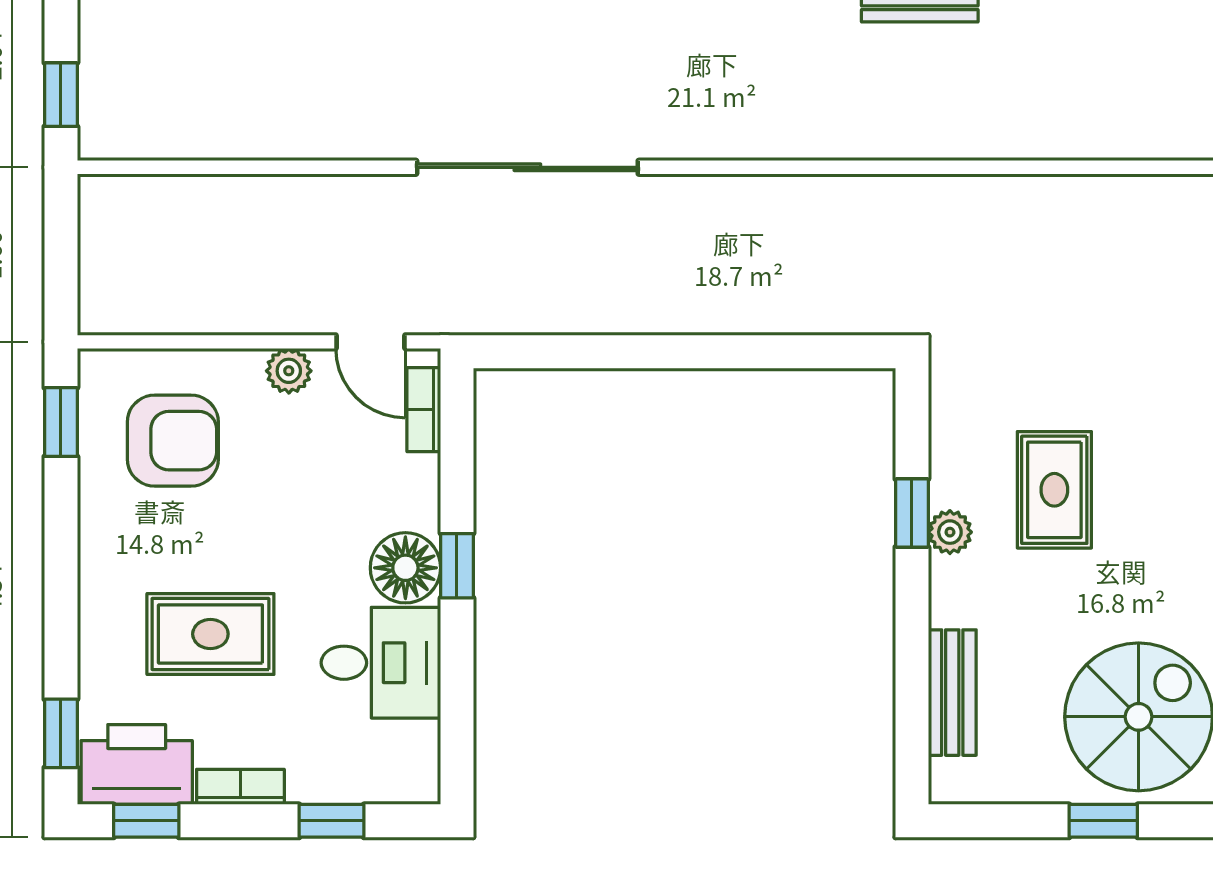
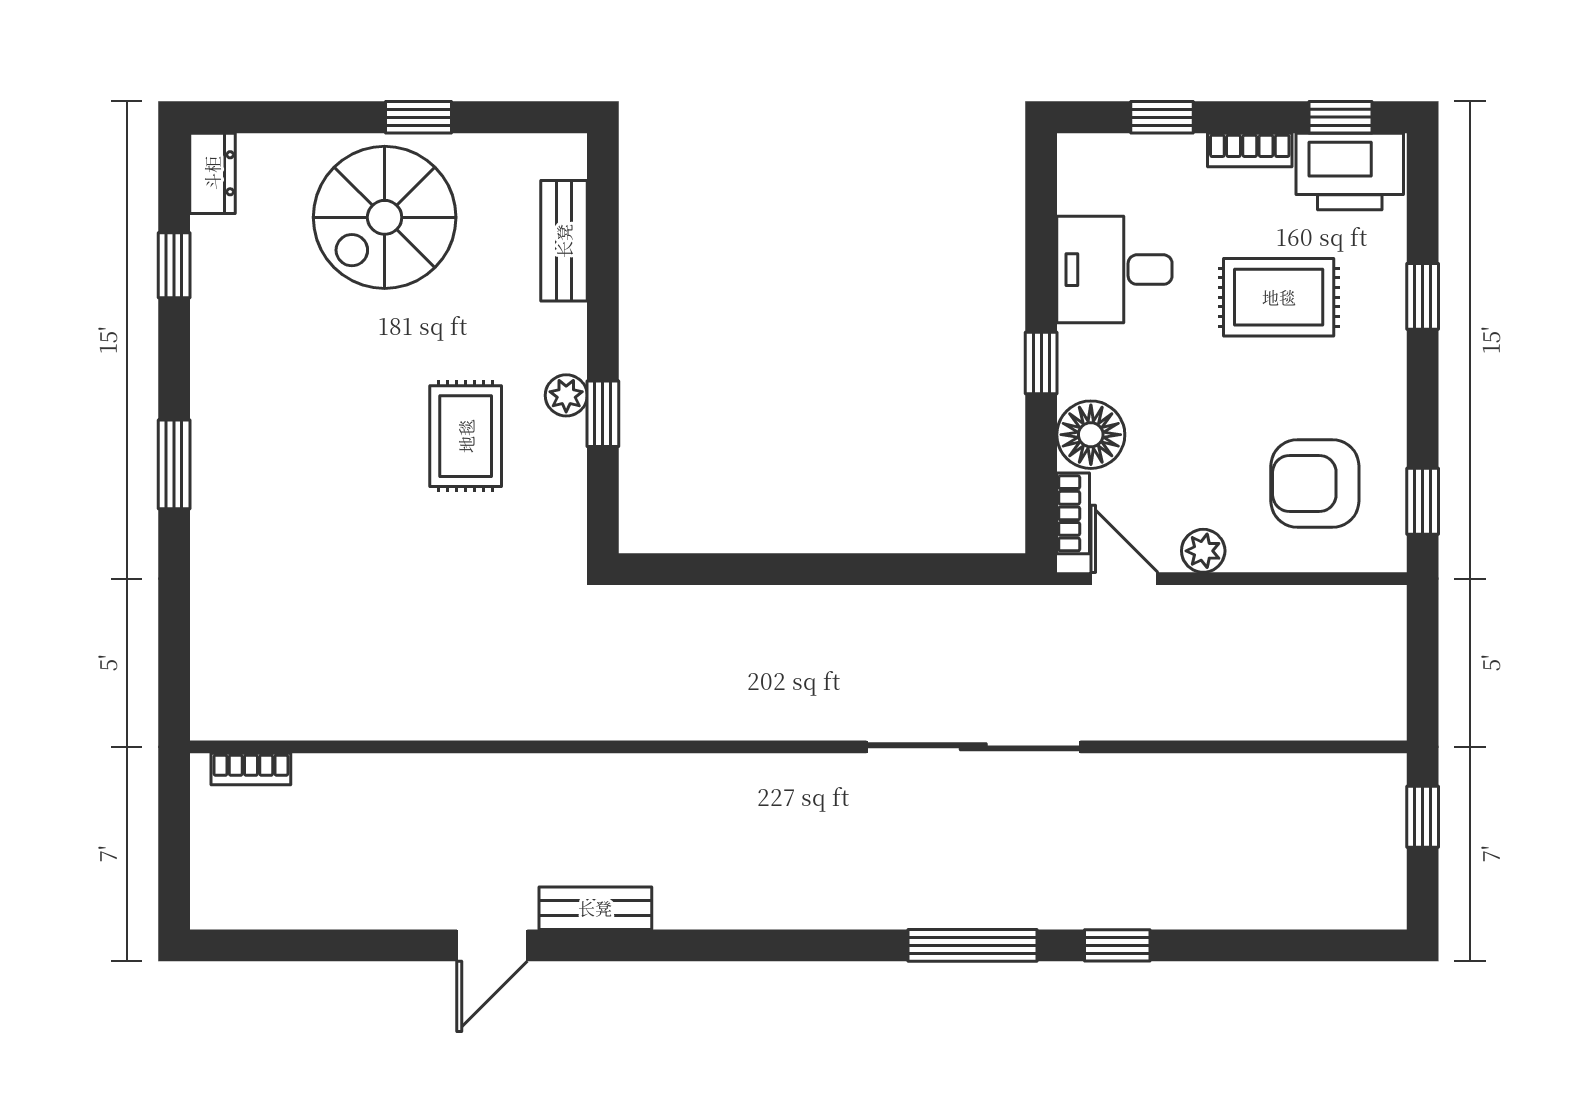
floor lamp: (405, 568) -> (1091, 435), moved
window: (61, 733) -> (1423, 296), moved

